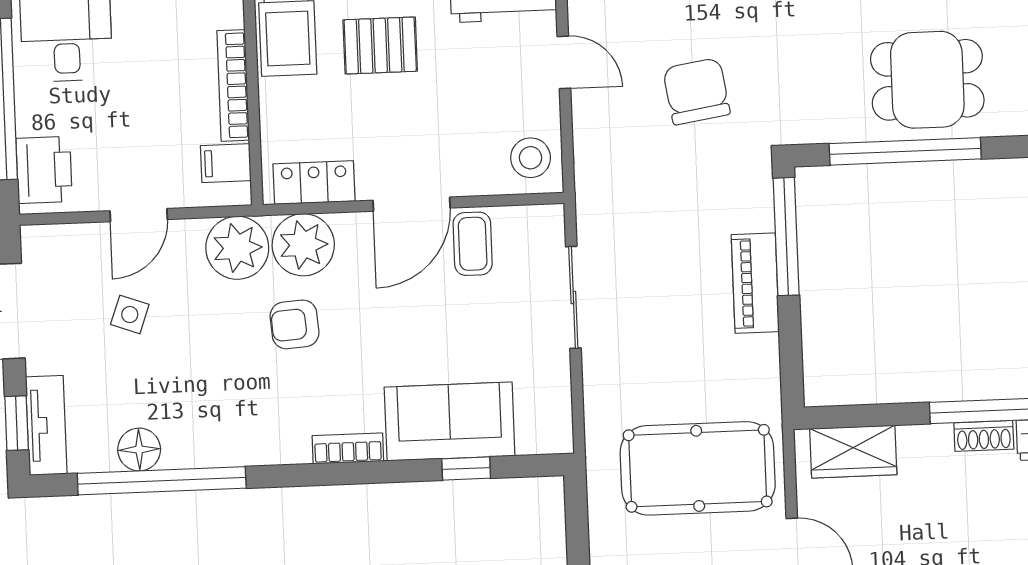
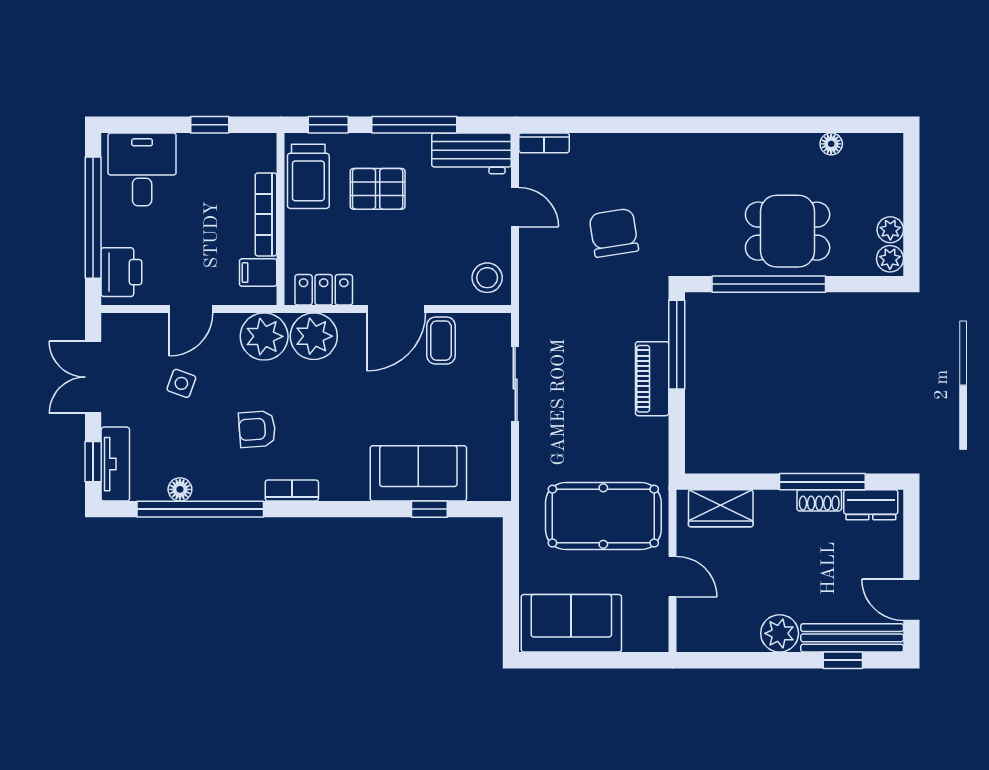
armchair: (294, 324) -> (257, 429), moved
bookcase: (348, 448) -> (292, 491), moved
floor lamp: (139, 449) -> (180, 489), width x0.73, depth x0.73

